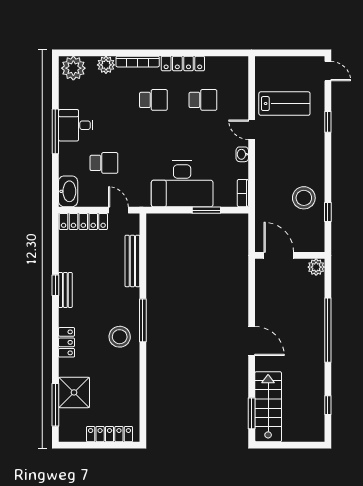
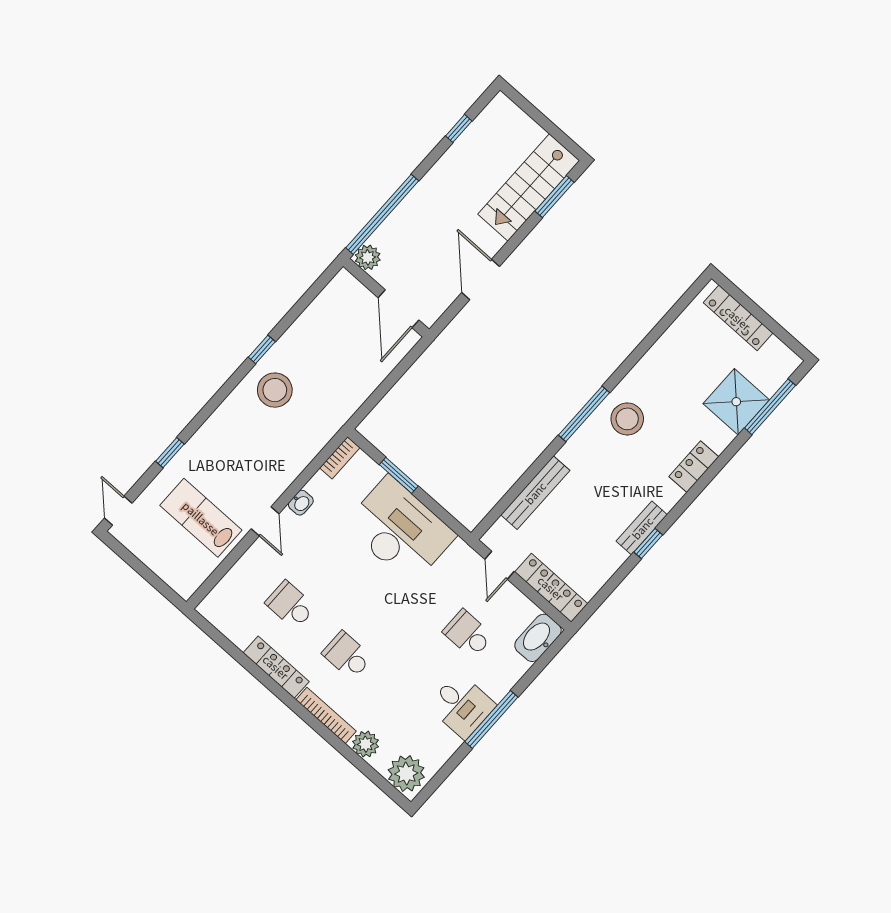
door: (279, 255) -> (399, 309), moved
wall: (290, 255) -> (386, 298), moved
plant: (316, 267) -> (368, 257), moved

